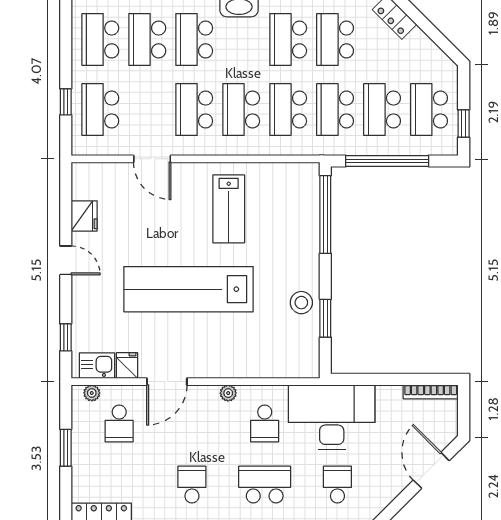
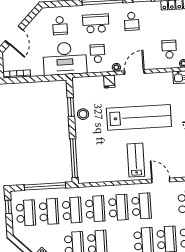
lab bench: (229, 209) -> (136, 160), moved
fridge: (127, 366) -> (109, 81), moved
door: (167, 382) -> (134, 72), moved
school desk: (265, 485) -> (96, 23), turned 180

